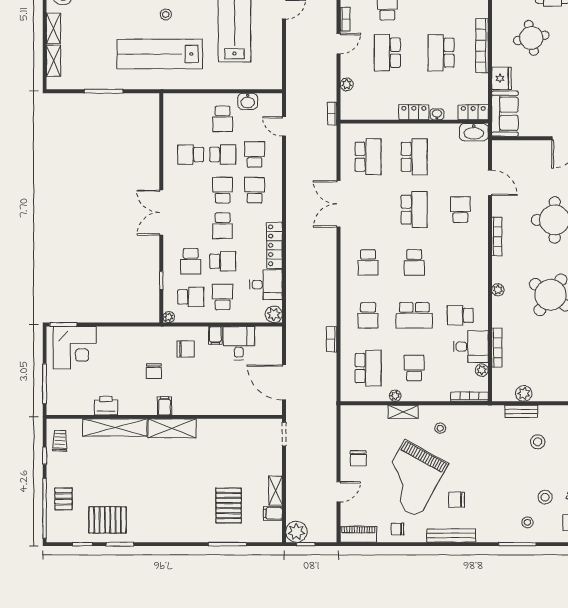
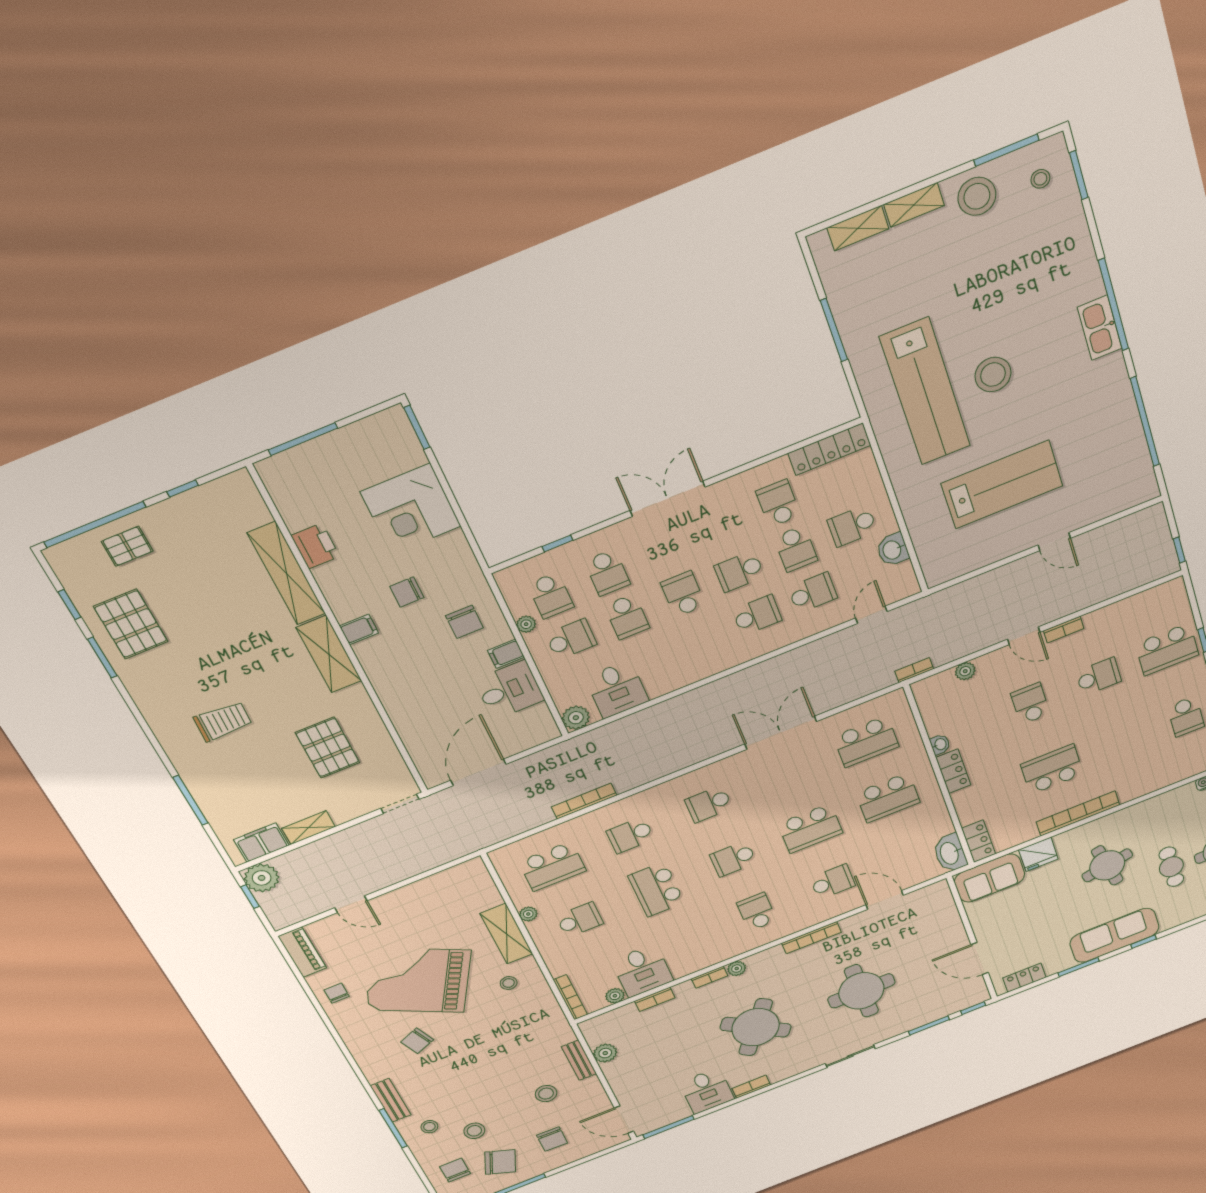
stool: (166, 15) -> (993, 375), width x1.89, depth x1.89
school desk: (387, 53) -> (1030, 704), width x0.54
lab bench: (160, 54) -> (925, 392), turned 180
washbasin: (437, 114) -> (940, 744), moved
door: (490, 183) -> (885, 900), swing flipped
school desk: (223, 190) -> (739, 571), turned 180
school desk: (223, 226) -> (683, 594), turned 90
locker: (274, 245) -> (829, 449), moved, turned 180
school desk: (191, 261) -> (607, 573), turned -90
bookcase: (496, 309) -> (709, 977), added
school desk: (460, 315) -> (757, 912), moved
plant: (169, 317) -> (526, 624), moved
bookcase: (332, 339) -> (584, 801), width x1.56
corner desk: (75, 348) -> (411, 509), moved
bookcase: (497, 348) -> (655, 999), width x0.64
shelving: (403, 412) -> (506, 934), width x1.50, depth x1.33
trolley: (60, 441) -> (223, 721), moved, width x1.36, depth x1.39
chair: (358, 458) -> (413, 908), removed
chair: (457, 500) -> (417, 1041), turned -113
pallet: (229, 506) -> (328, 748), moved, turned 90
filing cabinet: (273, 513) -> (261, 842), width x2.00
bench: (451, 536) -> (391, 1100), moved, width x0.73

